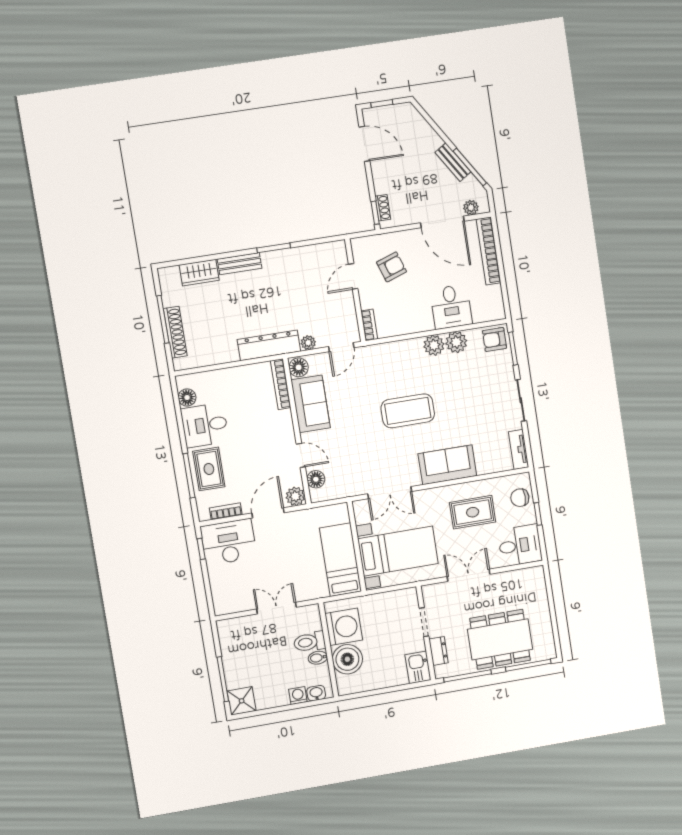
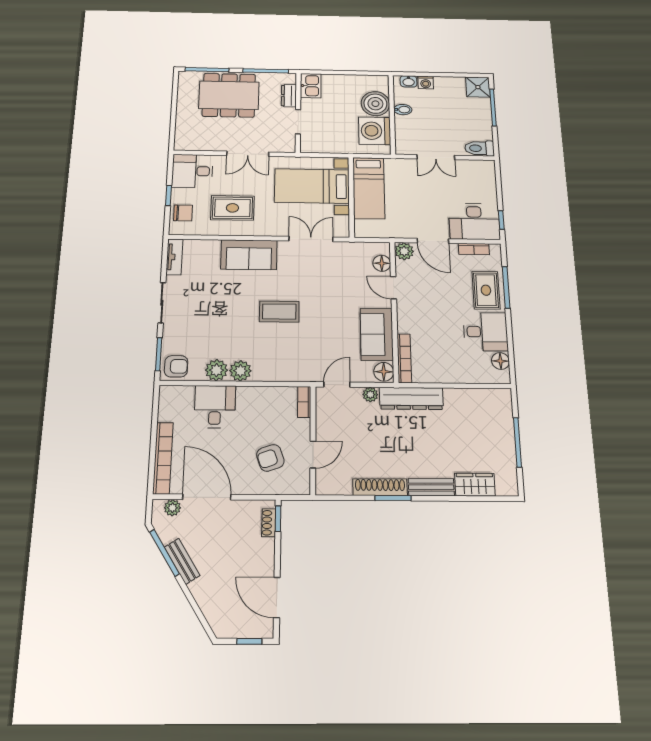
shoe rack: (175, 332) -> (380, 487), moved, turned 90
coffee table: (408, 411) -> (279, 312), width x0.73, depth x0.76
door: (268, 513) -> (433, 241), hinge flipped
toilet: (309, 642) -> (480, 148), moved, turned 180

